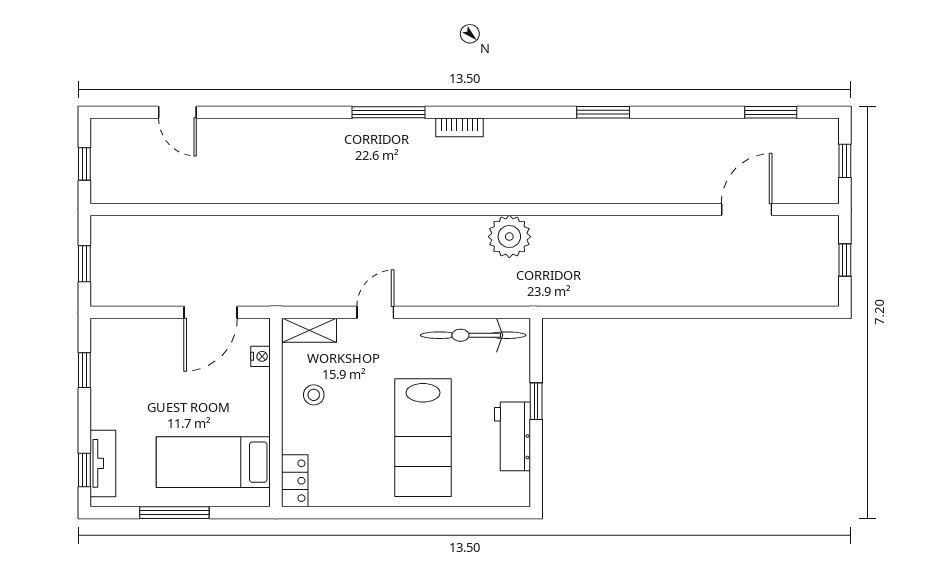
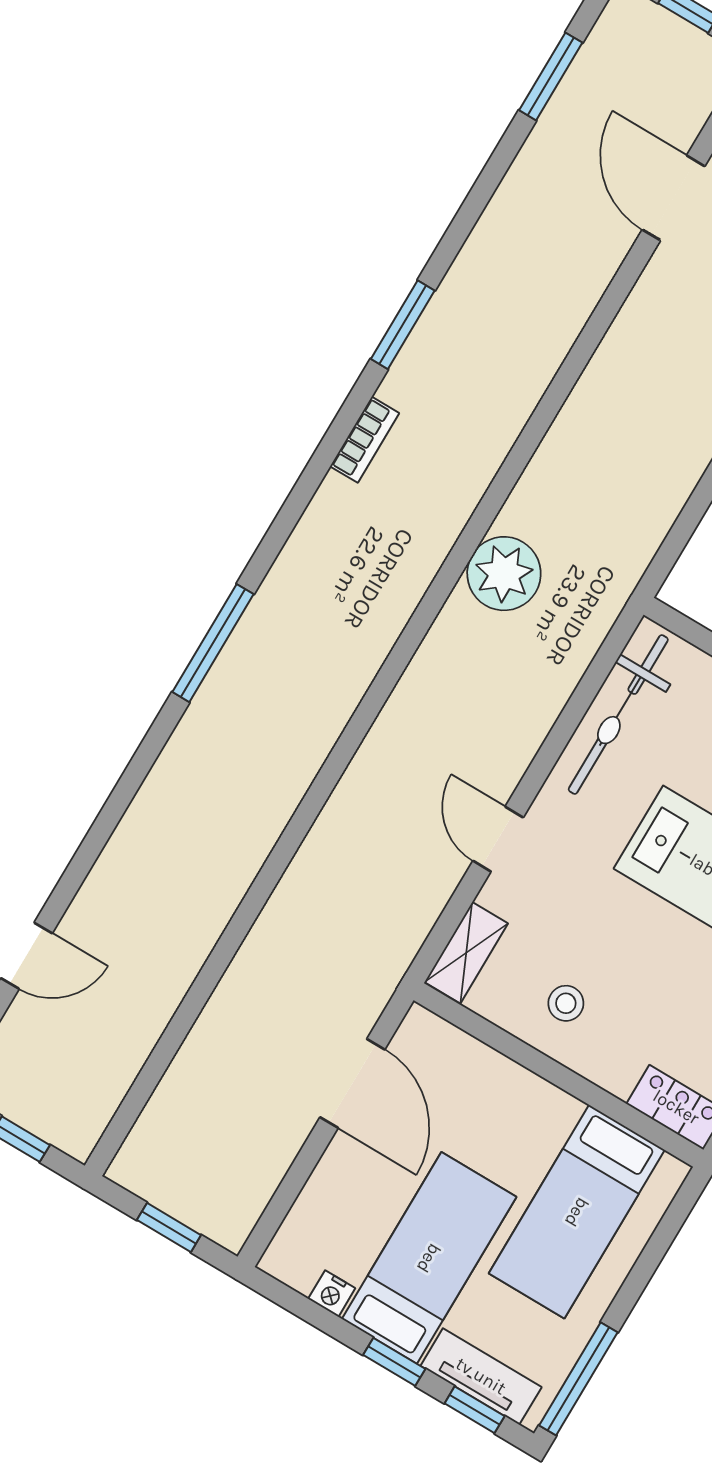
bookcase: (460, 127) -> (365, 440), moved
nightstand: (260, 356) -> (332, 1294), moved, turned 180
window: (84, 370) -> (394, 1362), moved
bed: (146, 402) -> (429, 1258), added
window: (174, 513) -> (578, 1379), moved

